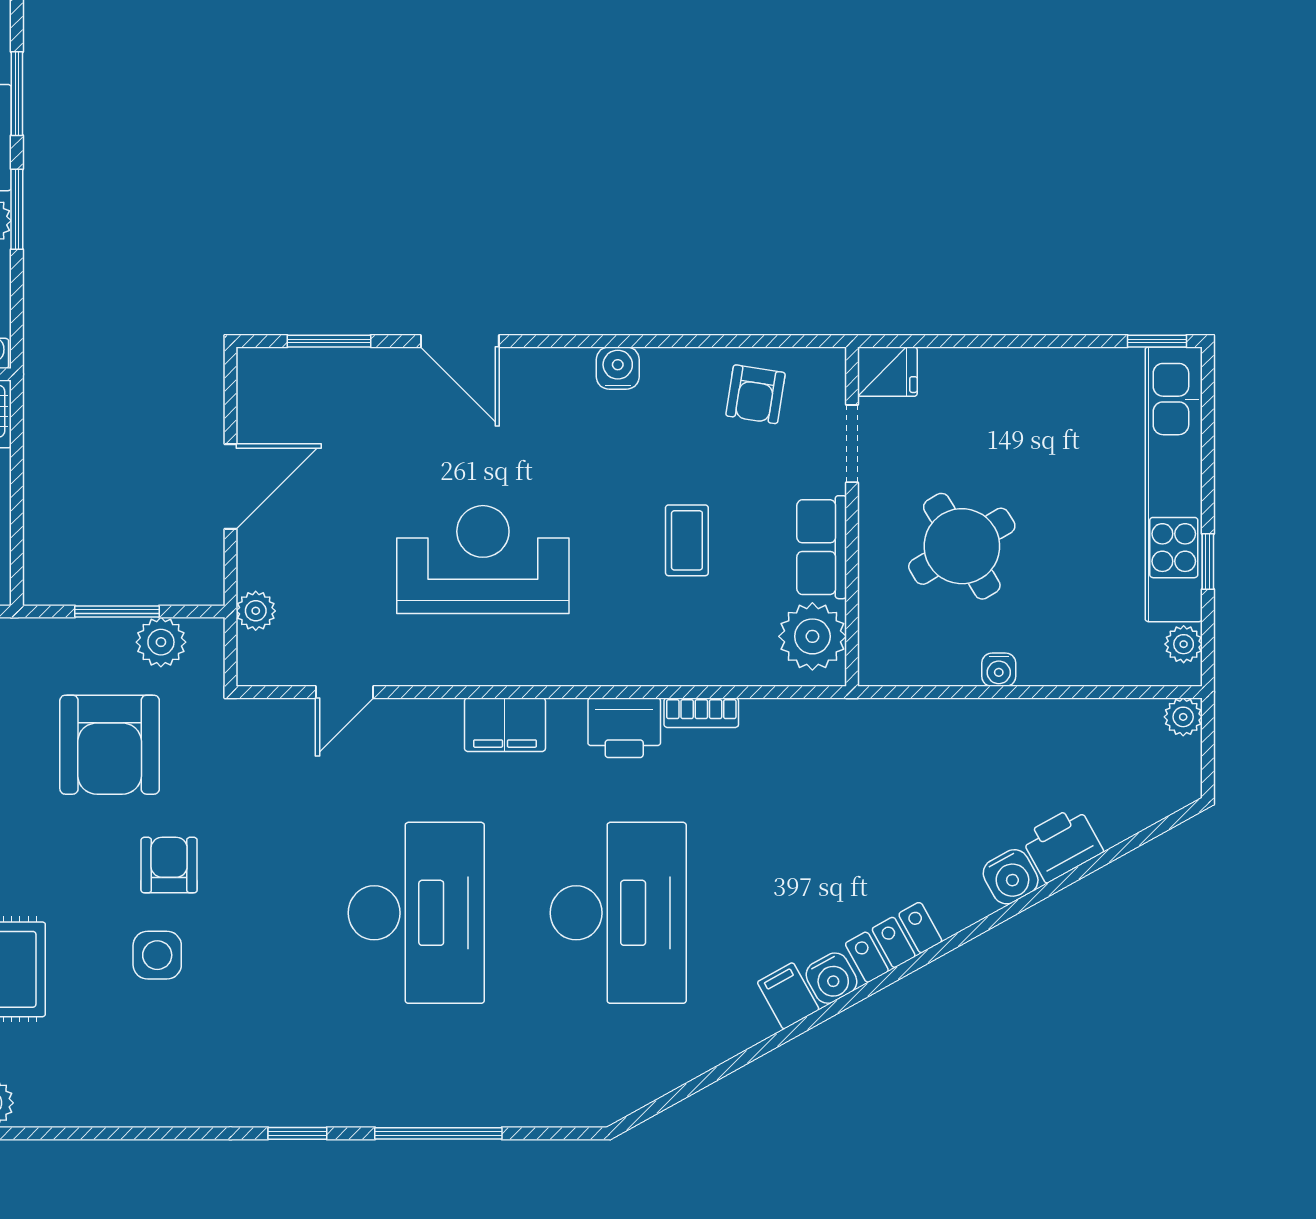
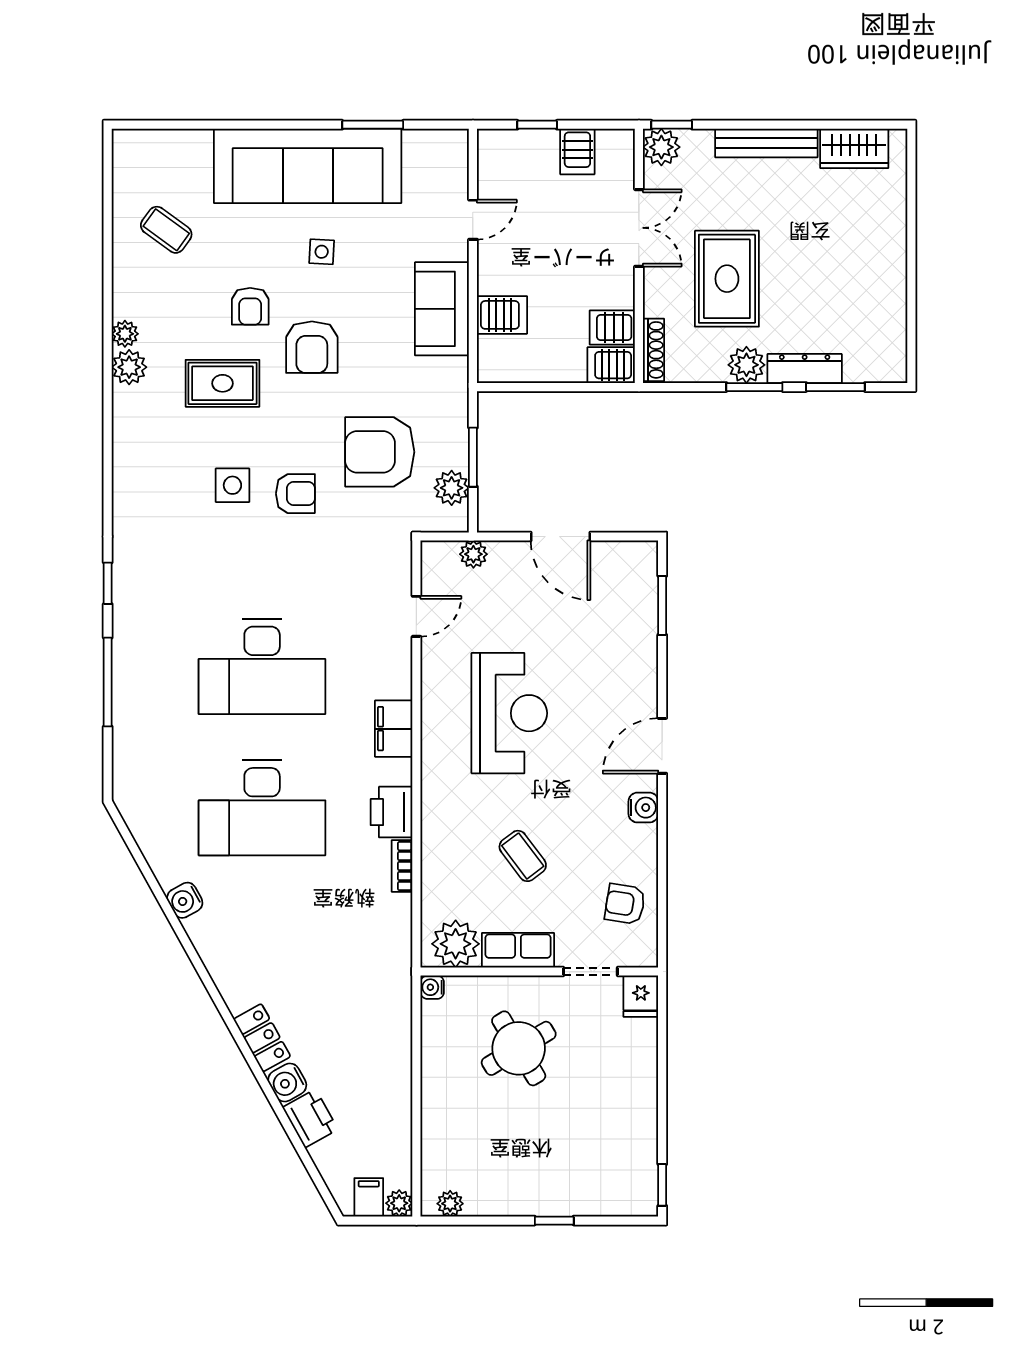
door: (460, 341) -> (662, 746), moved
kitchen unit: (1174, 484) -> (562, 1197), removed
coffee table: (687, 540) -> (523, 856), turned 53
window: (1208, 562) -> (554, 1221), moved
water cooler: (999, 670) -> (432, 987), moved
door: (344, 692) -> (416, 616), swing flipped
locker: (894, 942) -> (262, 1038), moved
water cooler: (832, 978) -> (185, 900), moved
filing cabinet: (788, 996) -> (369, 1197), moved, turned -61

